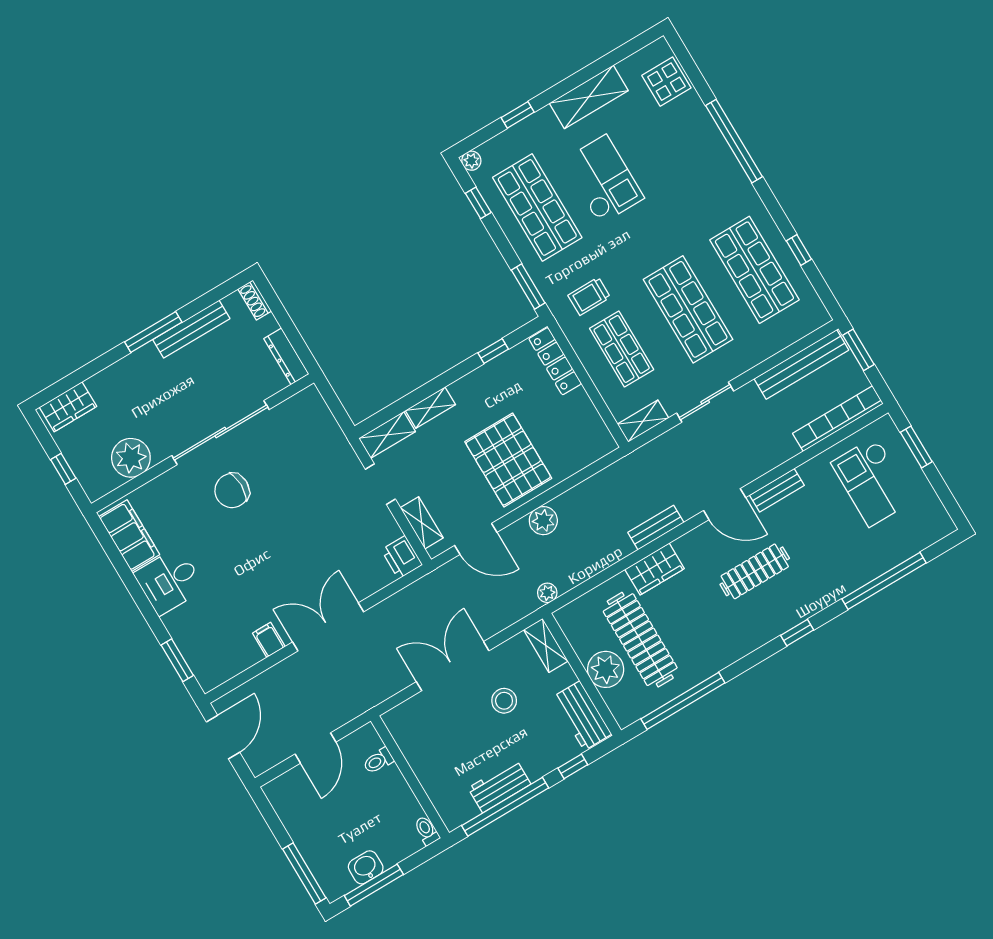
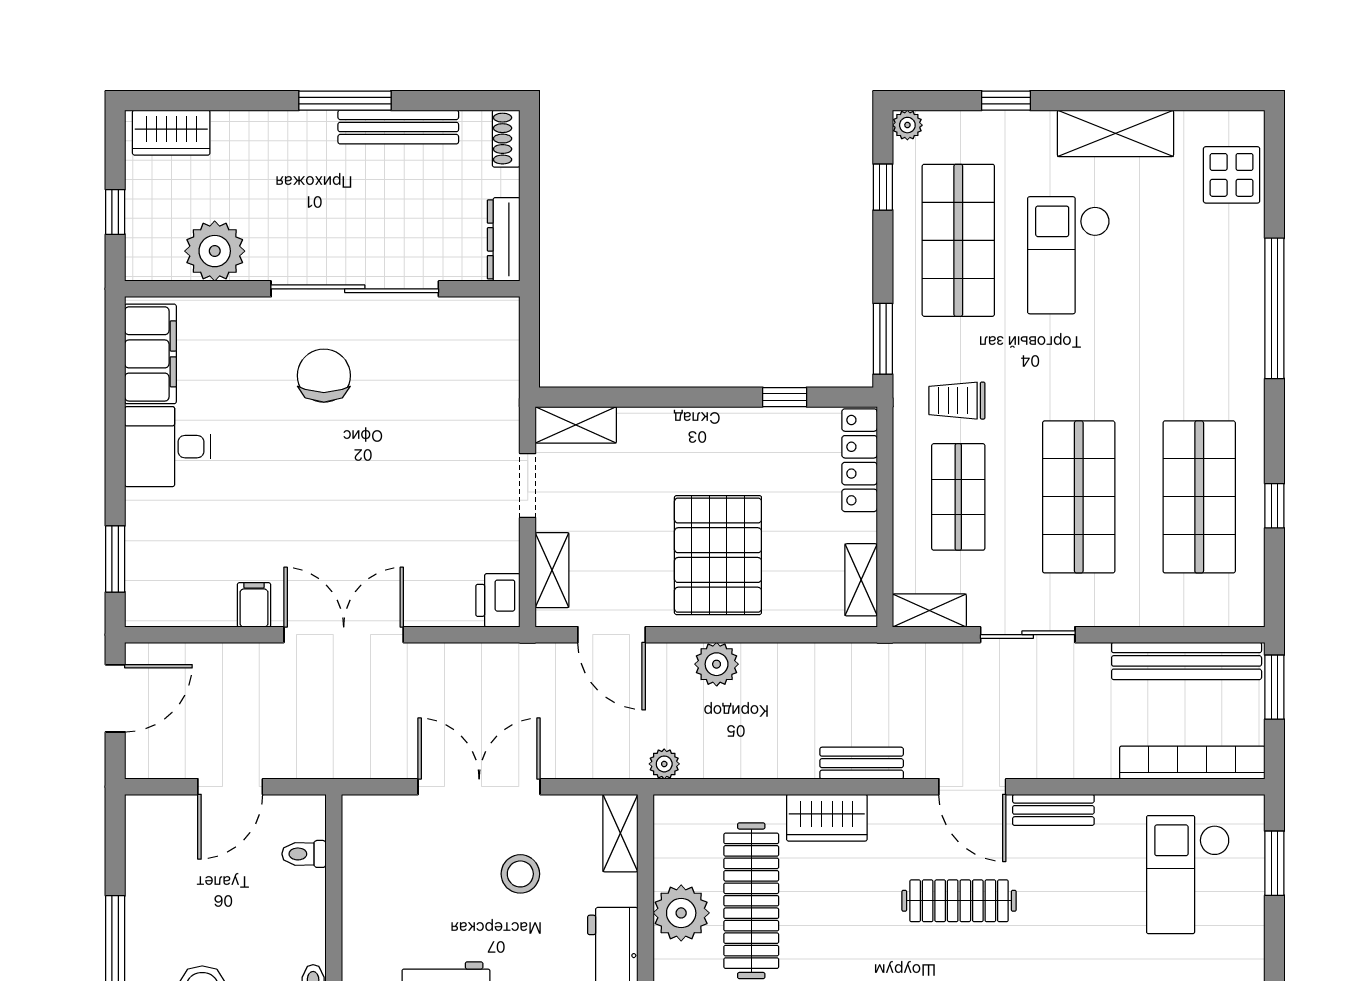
checkout: (603, 179) -> (1069, 255), turned 180
shelving: (430, 408) -> (861, 580), moved, turned 90
chair: (232, 491) -> (324, 376), turned 90

